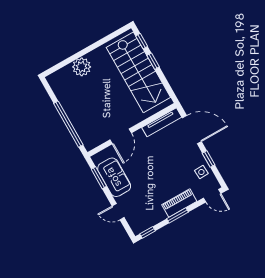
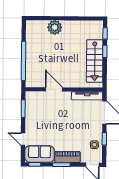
stairs: (138, 72) -> (95, 61), width x0.73, depth x0.66
door: (121, 136) -> (54, 89), swing flipped
sofa: (114, 177) -> (40, 154), moved, turned -90

